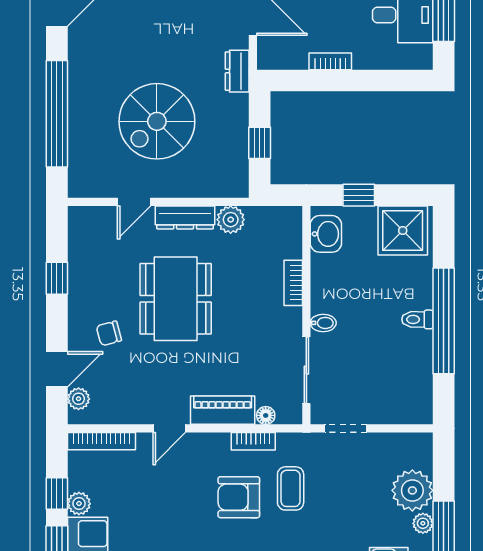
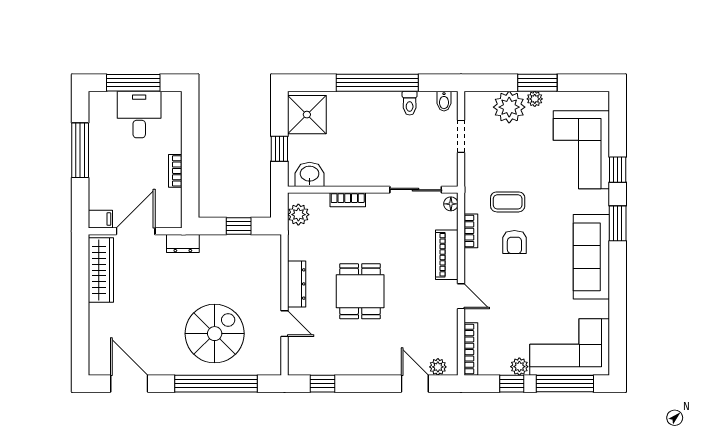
spiral stairs: (157, 121) -> (215, 334), moved, turned -90
plant: (231, 220) -> (298, 215), moved
window: (57, 278) -> (323, 384), moved
dining table: (176, 299) -> (360, 291), width x0.73
toilet: (417, 319) -> (410, 103), moved
bidet: (323, 323) -> (444, 101), moved, turned 180
chair: (109, 333) -> (387, 343), removed
floor lamp: (266, 415) -> (451, 204), moved
doorway: (346, 428) -> (461, 136), moved
armchair: (239, 497) -> (514, 242), width x0.72, depth x0.72

